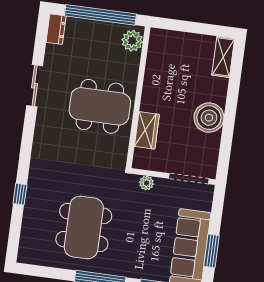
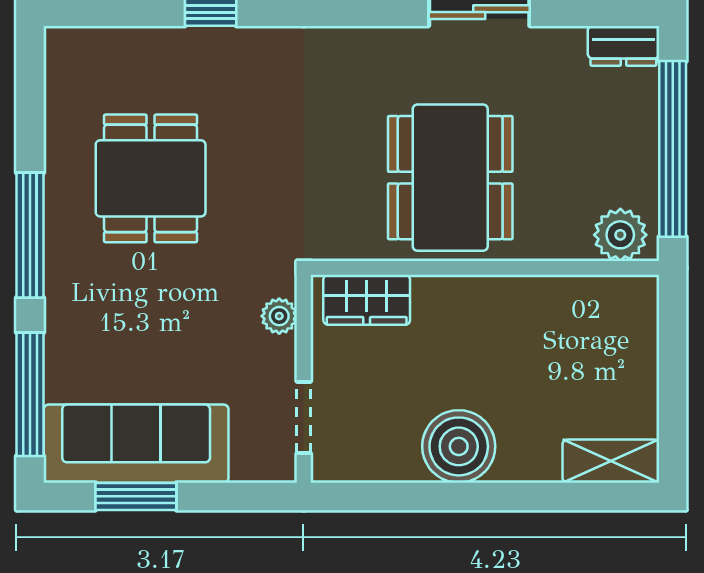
wardrobe: (147, 130) -> (367, 300), moved
doorway: (189, 179) -> (304, 417), width x0.73
dining table: (84, 228) -> (151, 178), width x0.73

